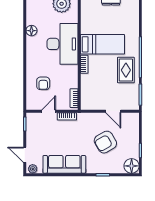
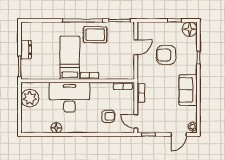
door: (49, 111) -> (136, 121), moved
armchair: (105, 142) -> (166, 55), turned 120
sofa: (64, 164) -> (188, 90), width x0.73

